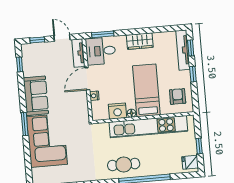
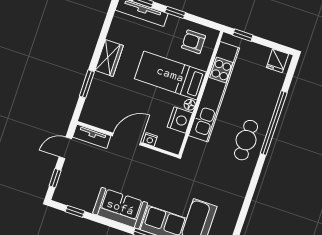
window: (103, 34) -> (87, 84), moved
desk: (101, 51) -> (101, 109), removed
door: (87, 79) -> (127, 139), swing flipped
window: (199, 146) -> (243, 35), moved

